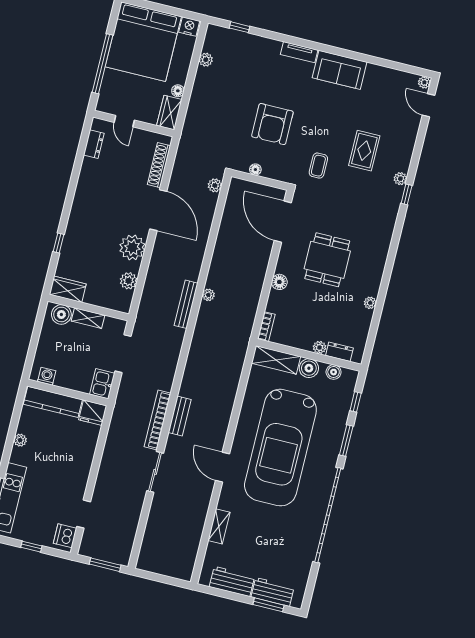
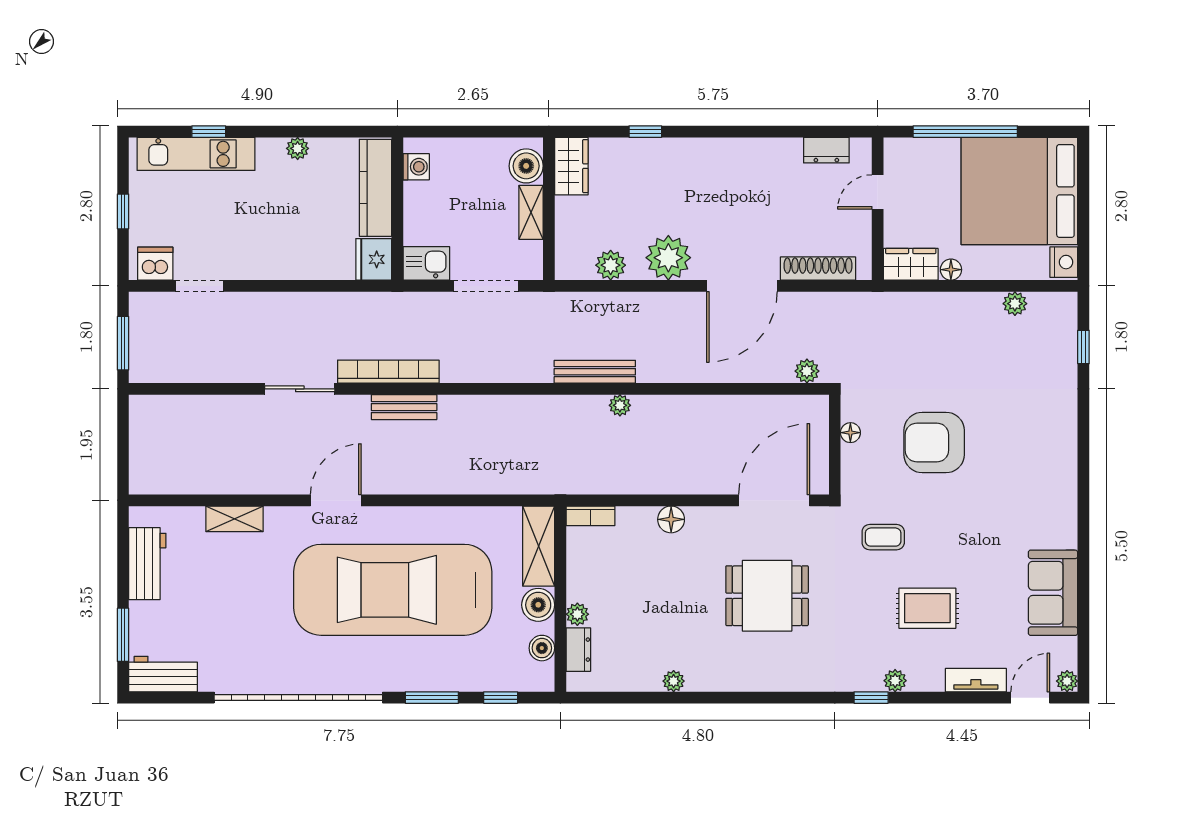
tv unit: (299, 52) -> (976, 680), moved, turned 90
sofa: (340, 70) -> (1053, 593), moved
dining table: (327, 260) -> (767, 596), moved
workbench: (273, 592) -> (163, 674), moved, turned -90

